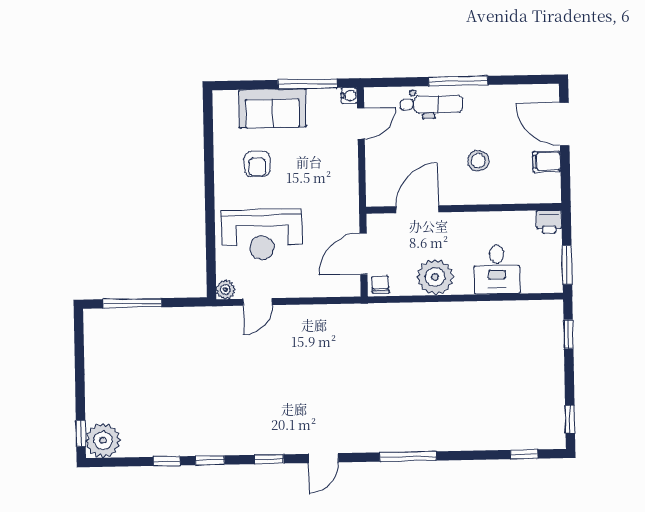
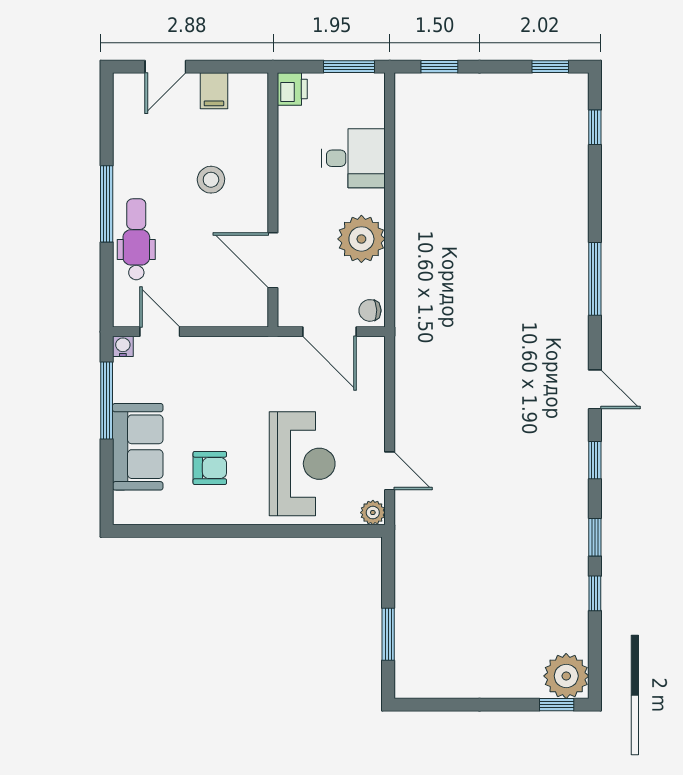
door: (564, 124) -> (165, 67), width x0.73
window: (132, 303) -> (388, 634), width x0.69

